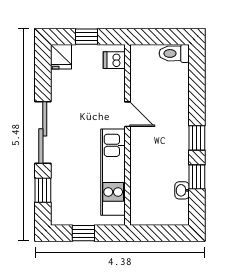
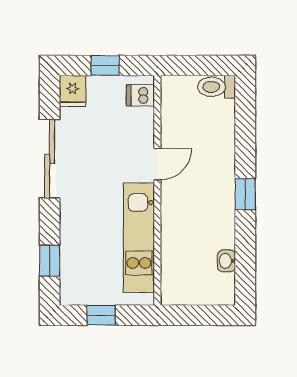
door: (128, 114) -> (157, 164), hinge flipped
sliding door: (43, 132) -> (50, 159), moved
window: (197, 177) -> (245, 244), removed

